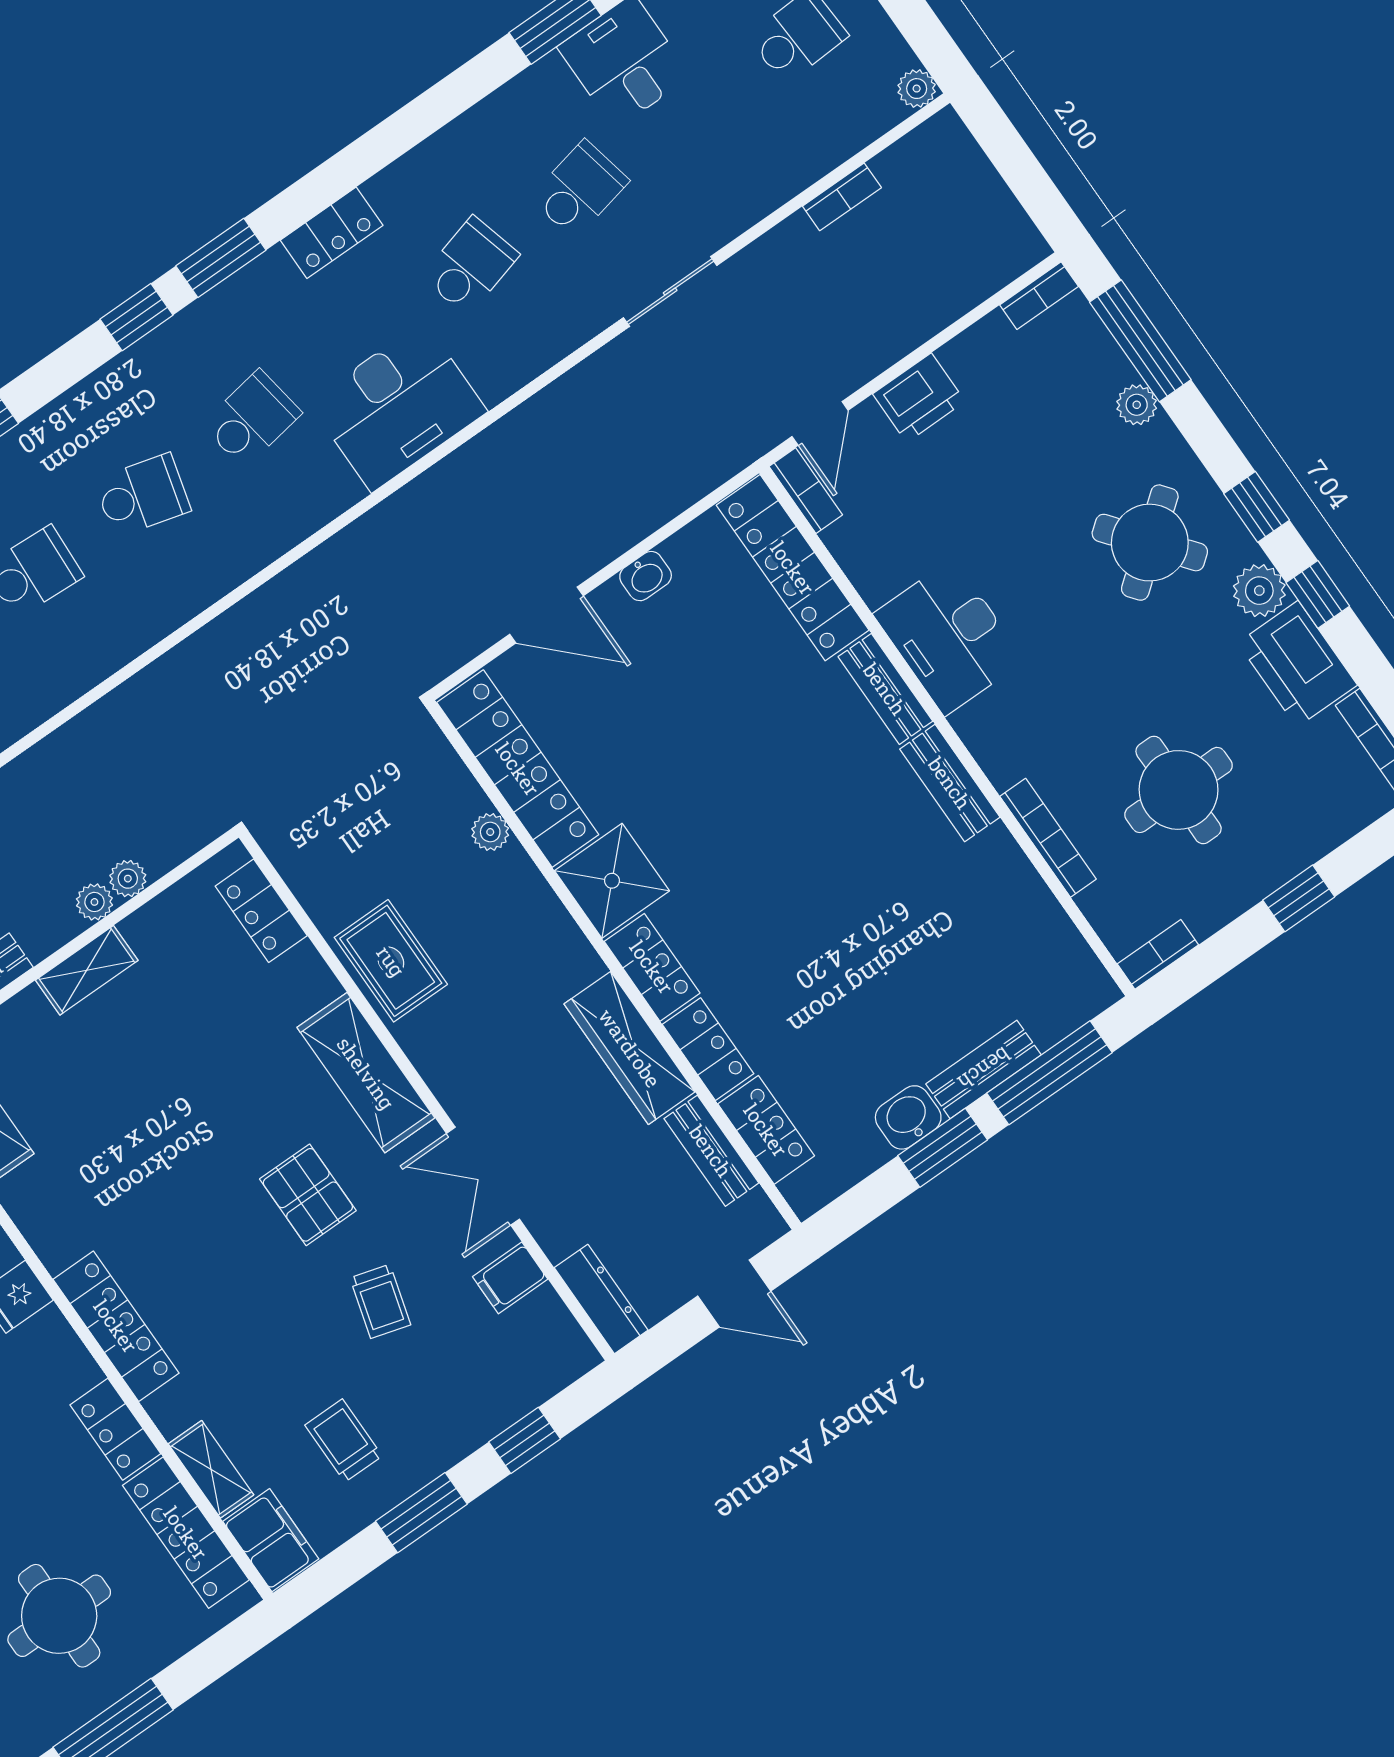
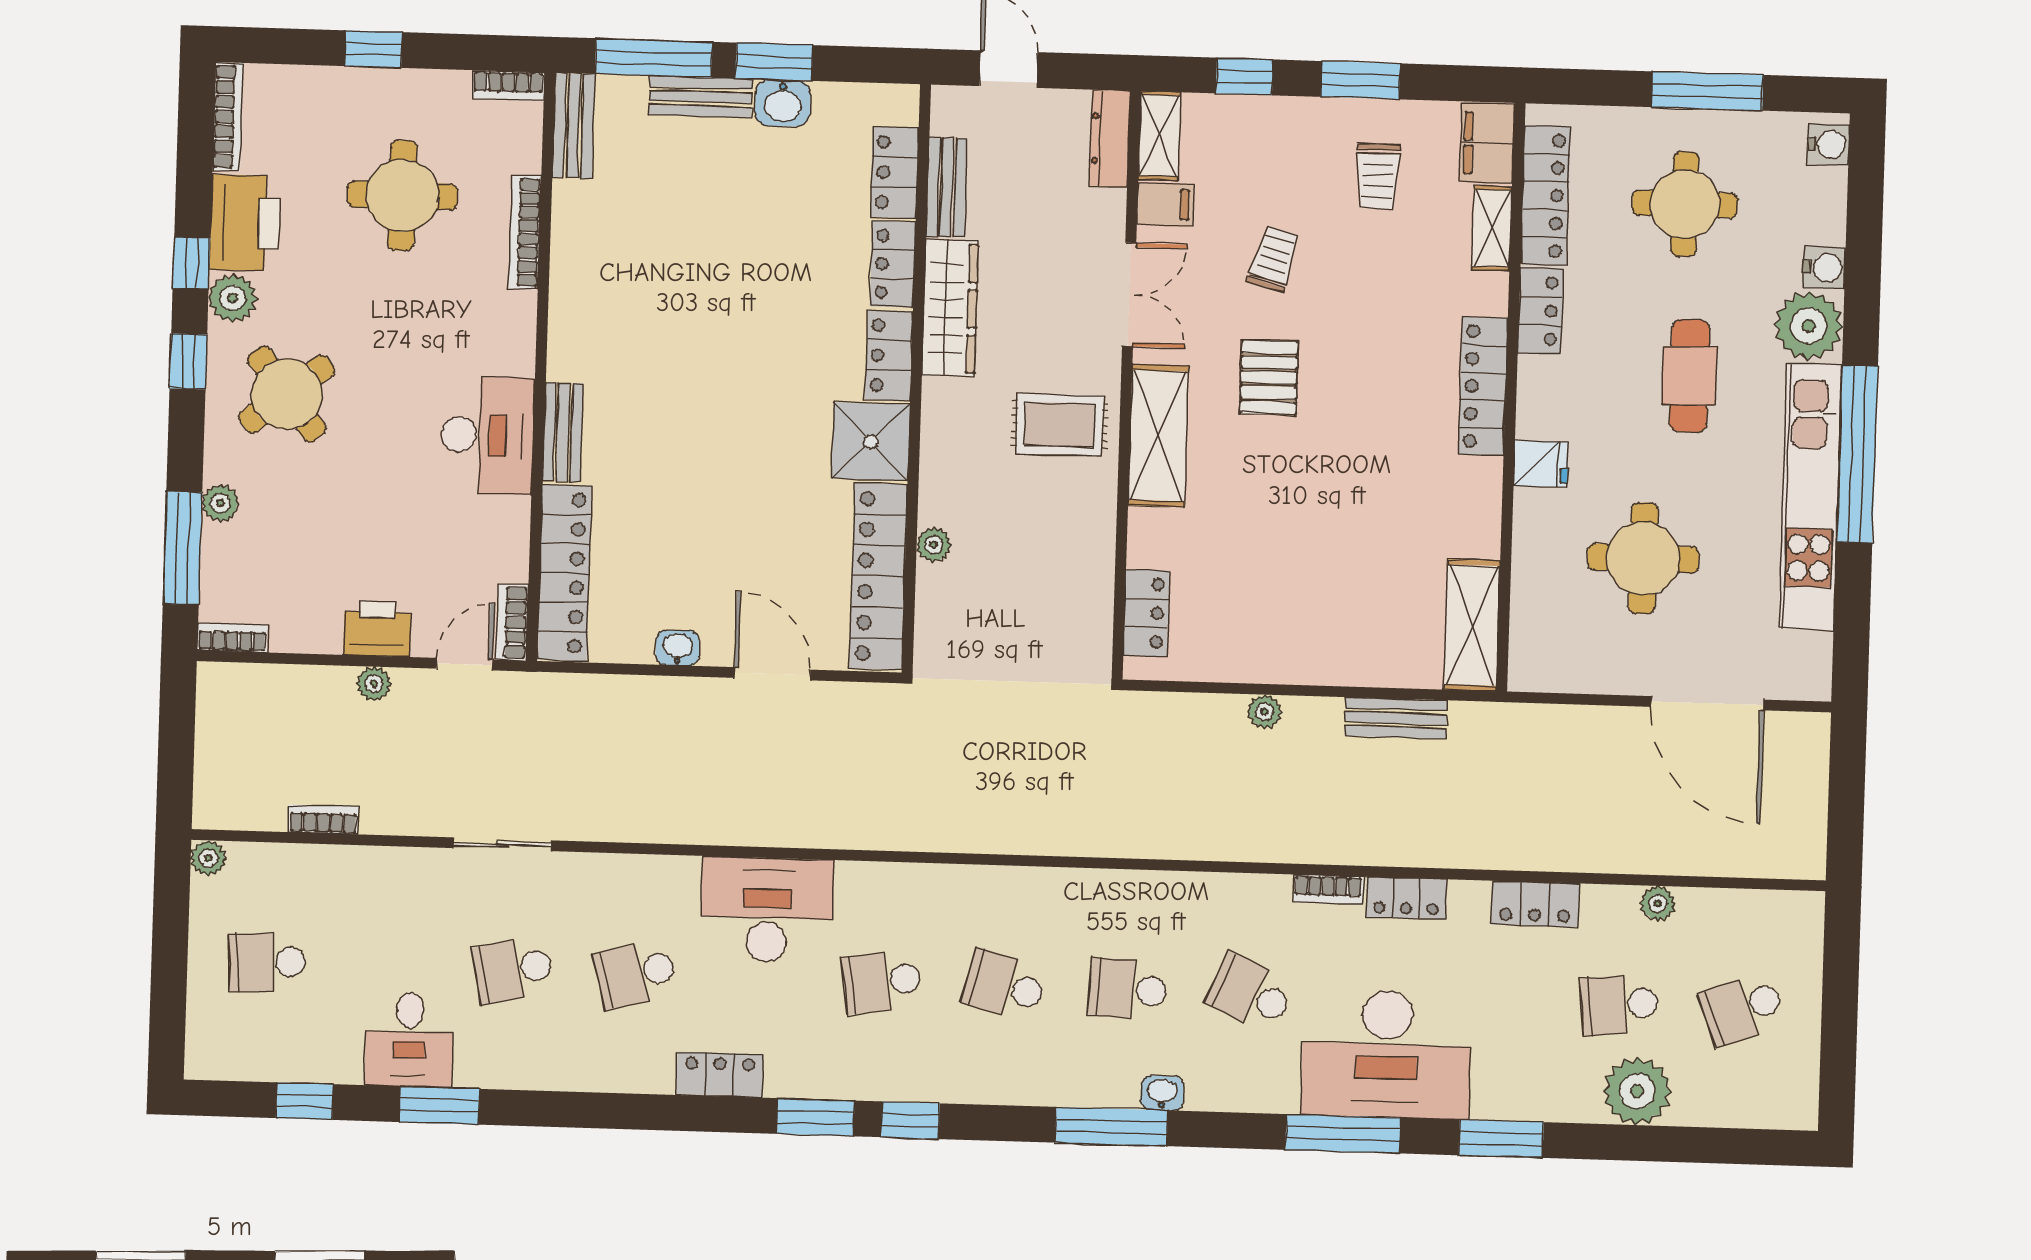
bench: (950, 783) -> (574, 126), moved
plant: (128, 879) -> (374, 684), moved
rug: (391, 961) -> (1060, 425), moved, turned 90
shelving: (87, 970) -> (1159, 136), moved, turned 90

